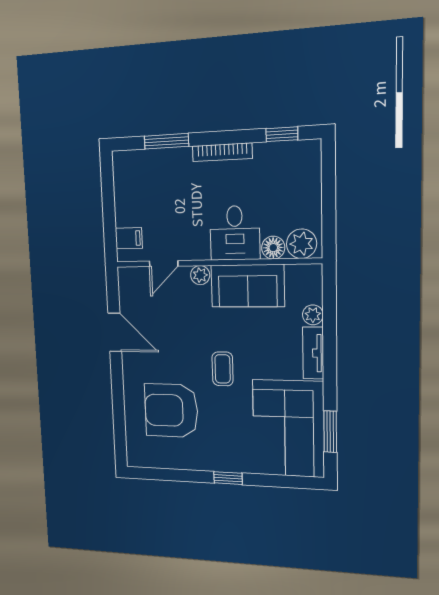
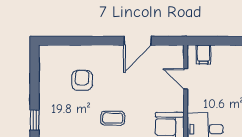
plant: (200, 275) -> (177, 104), removed
armchair: (171, 410) -> (82, 80), width x0.53, depth x0.53

